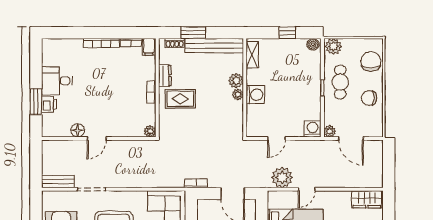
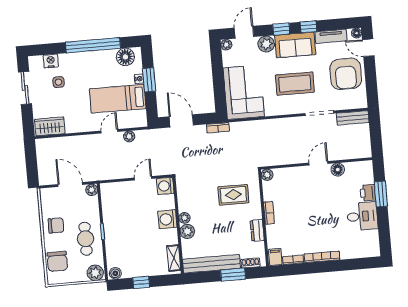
rug: (180, 99) -> (233, 195), moved
washing machine: (313, 129) -> (165, 186), moved, turned 90
plant: (282, 177) -> (129, 136), width x0.53, depth x0.53

